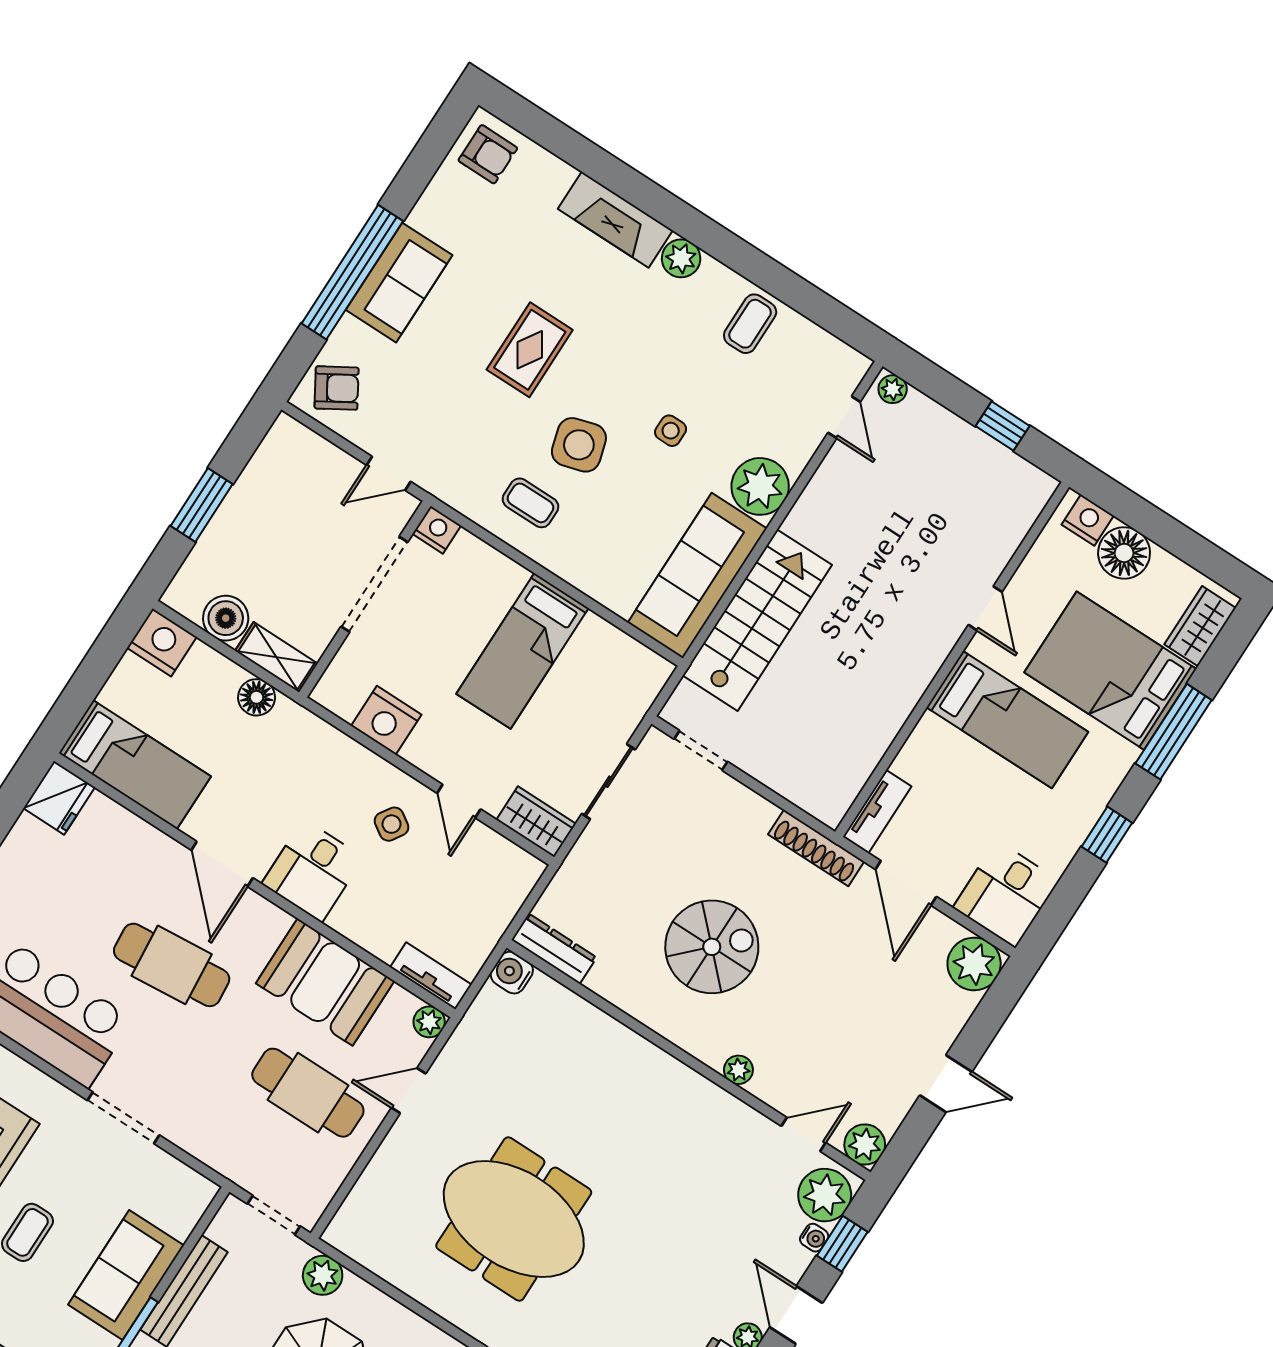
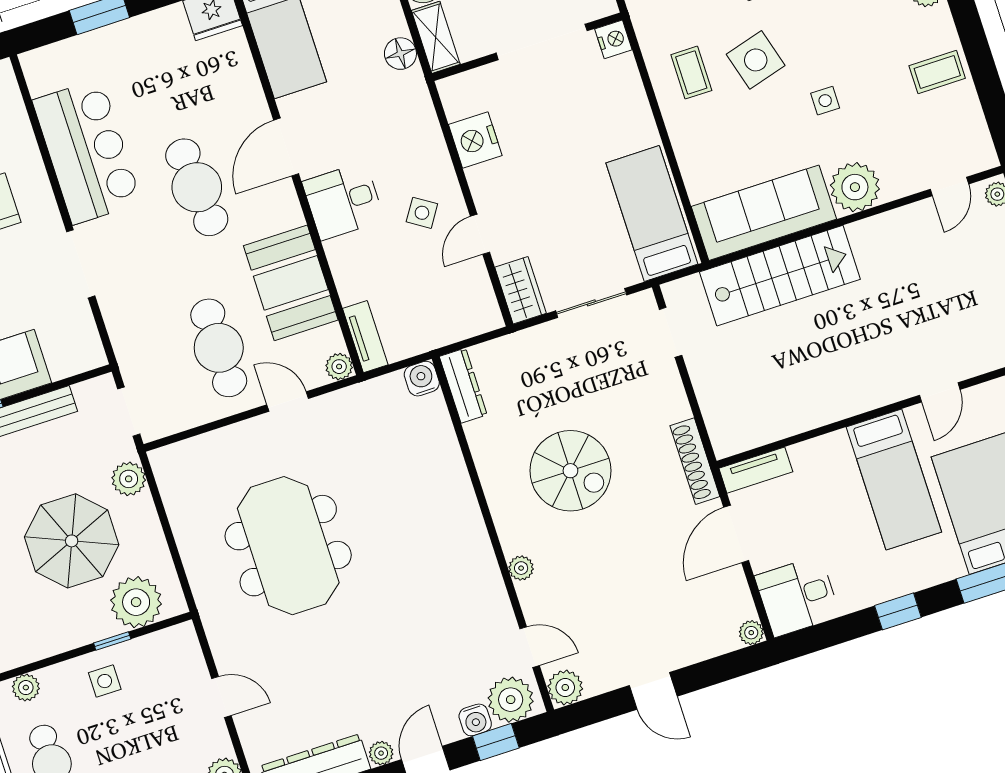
bed: (522, 651) -> (652, 214), moved, turned 90
plant: (974, 964) -> (751, 633), width x0.53, depth x0.53
water cooler: (814, 1238) -> (475, 720), width x1.38, depth x1.38

